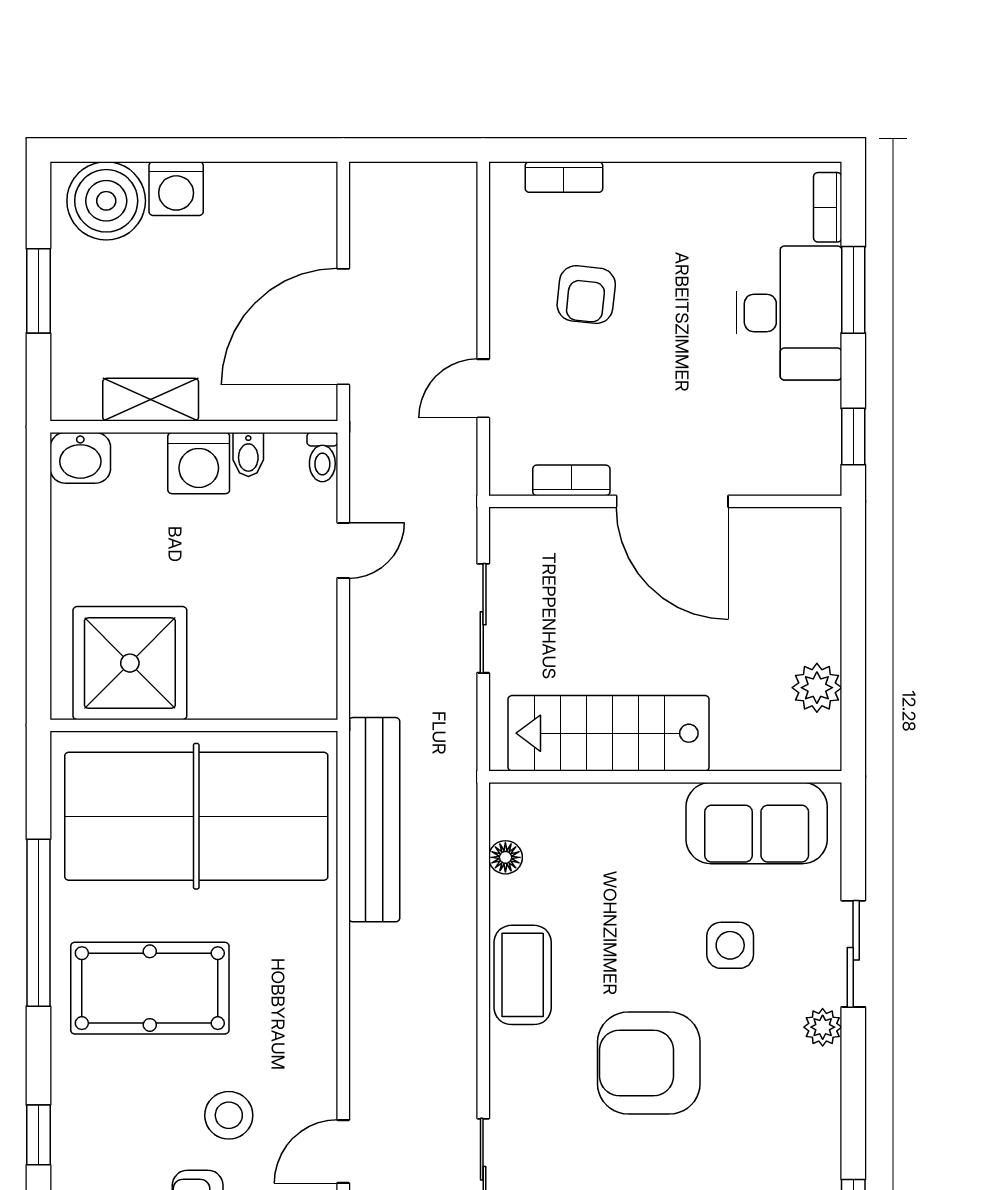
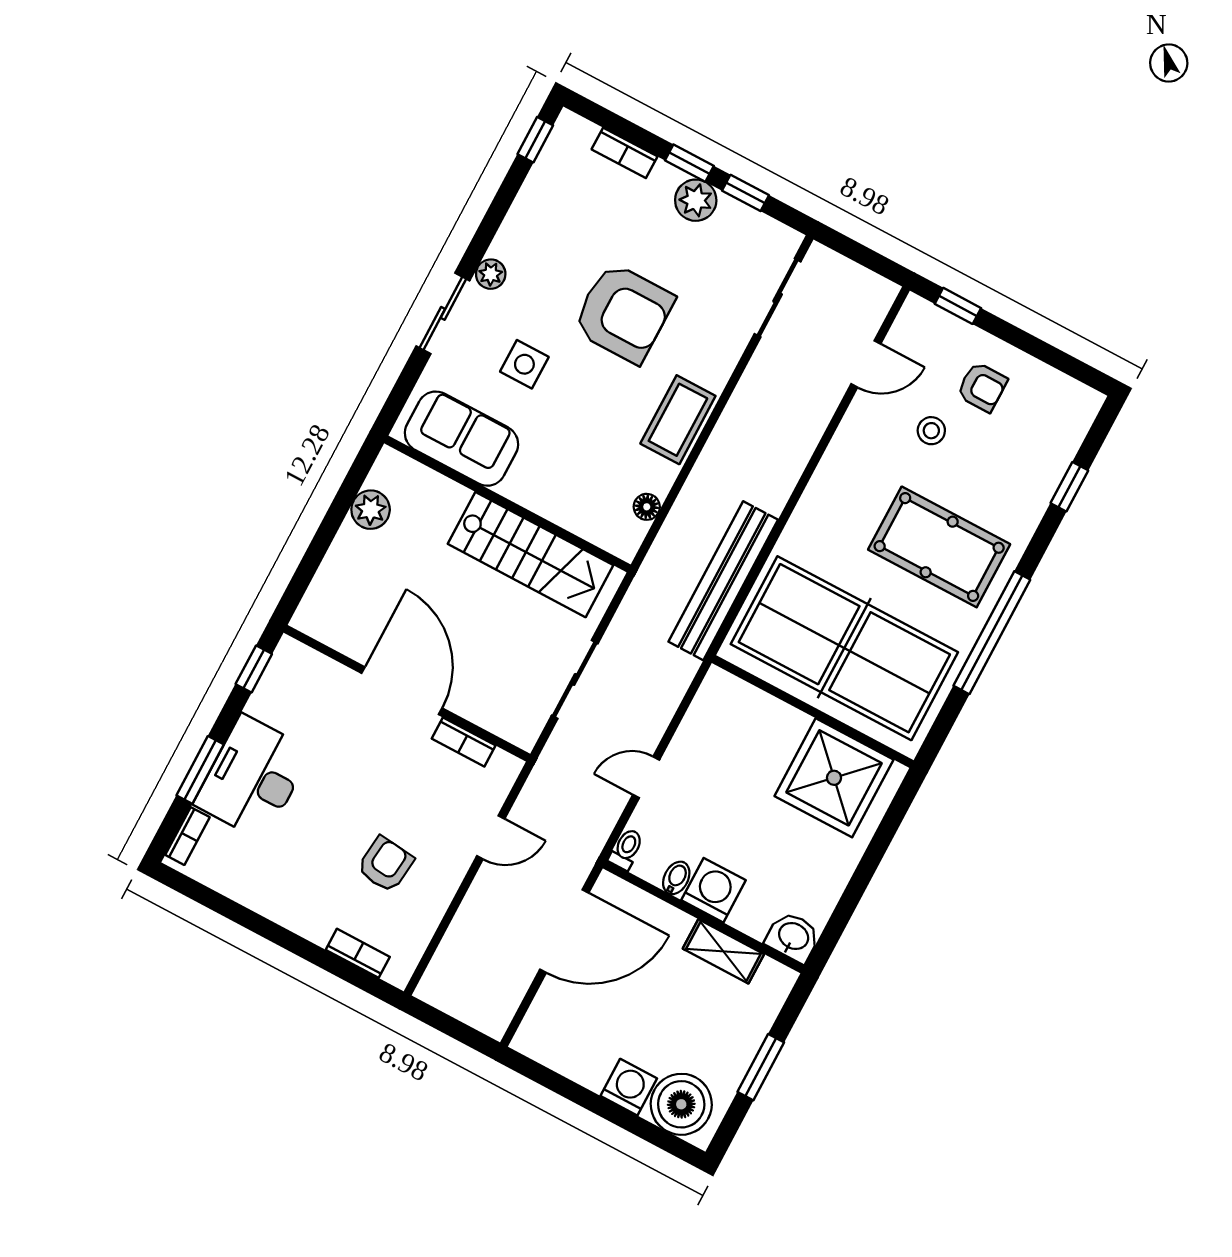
stool: (229, 1115) -> (931, 431), width x0.73, depth x0.73

